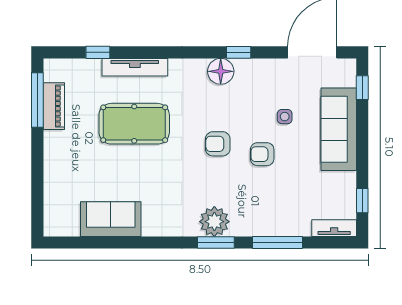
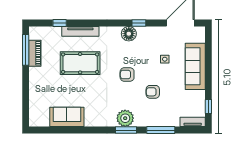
window: (362, 88) -> (208, 43), removed
armchair: (262, 154) -> (153, 92), moved

